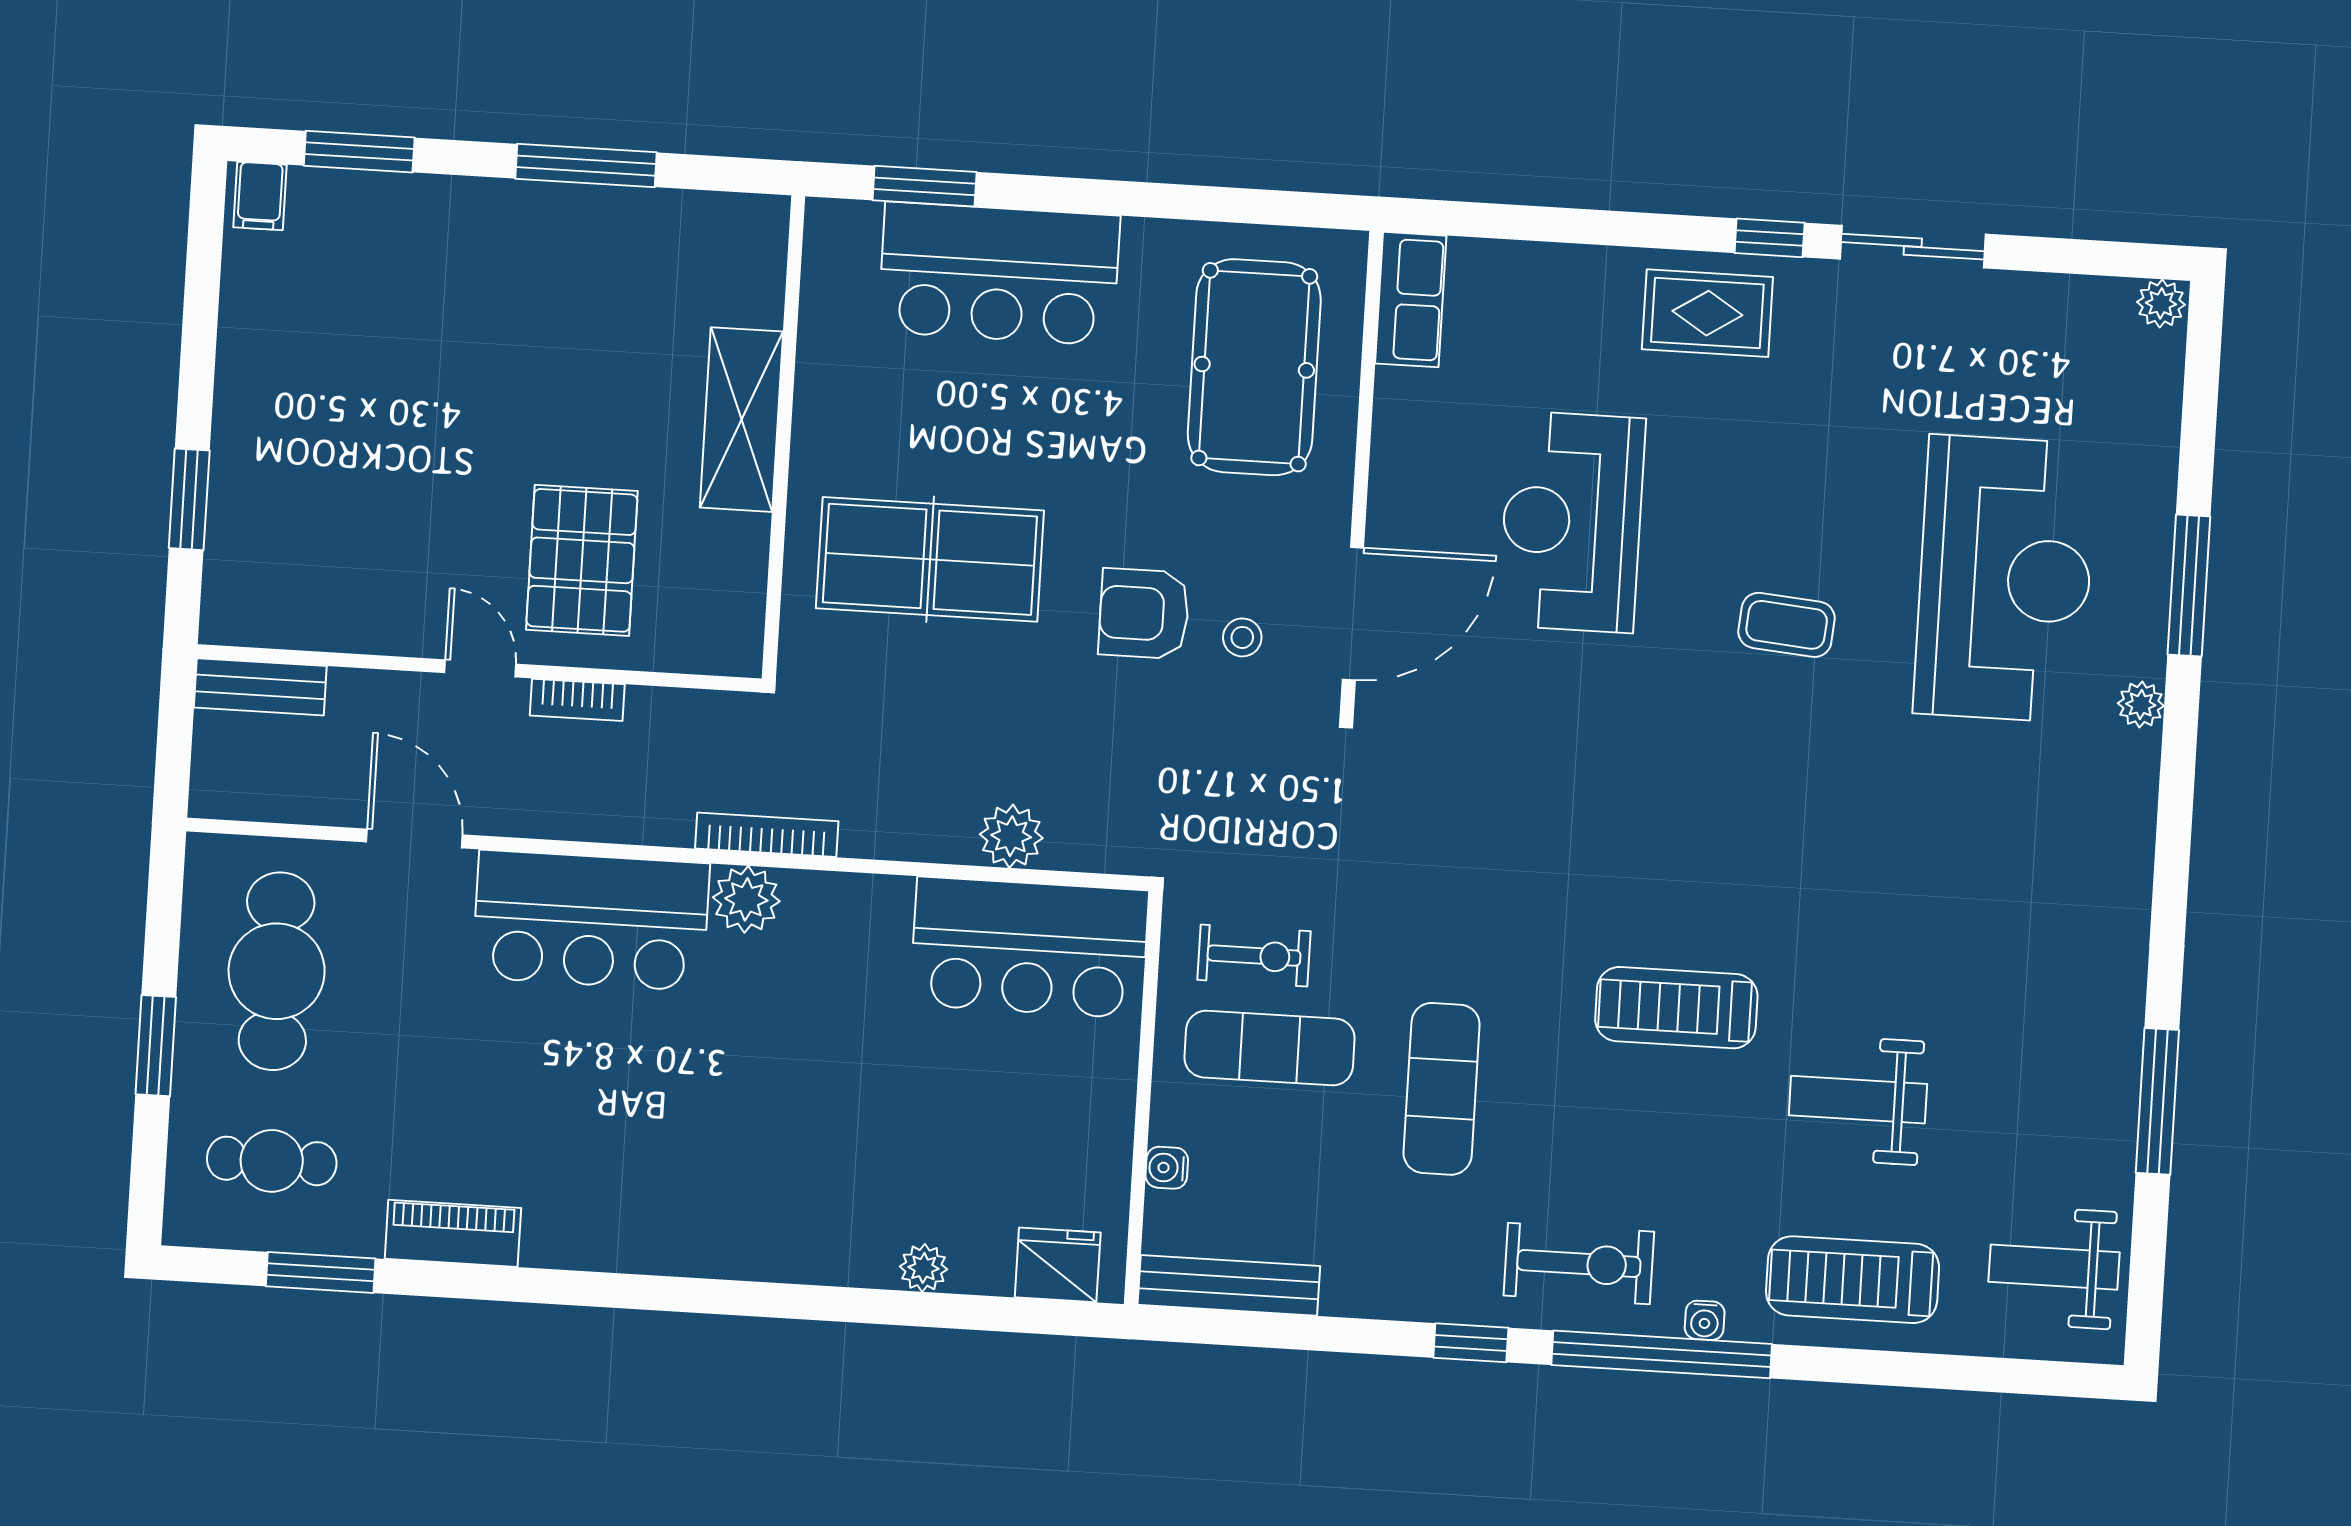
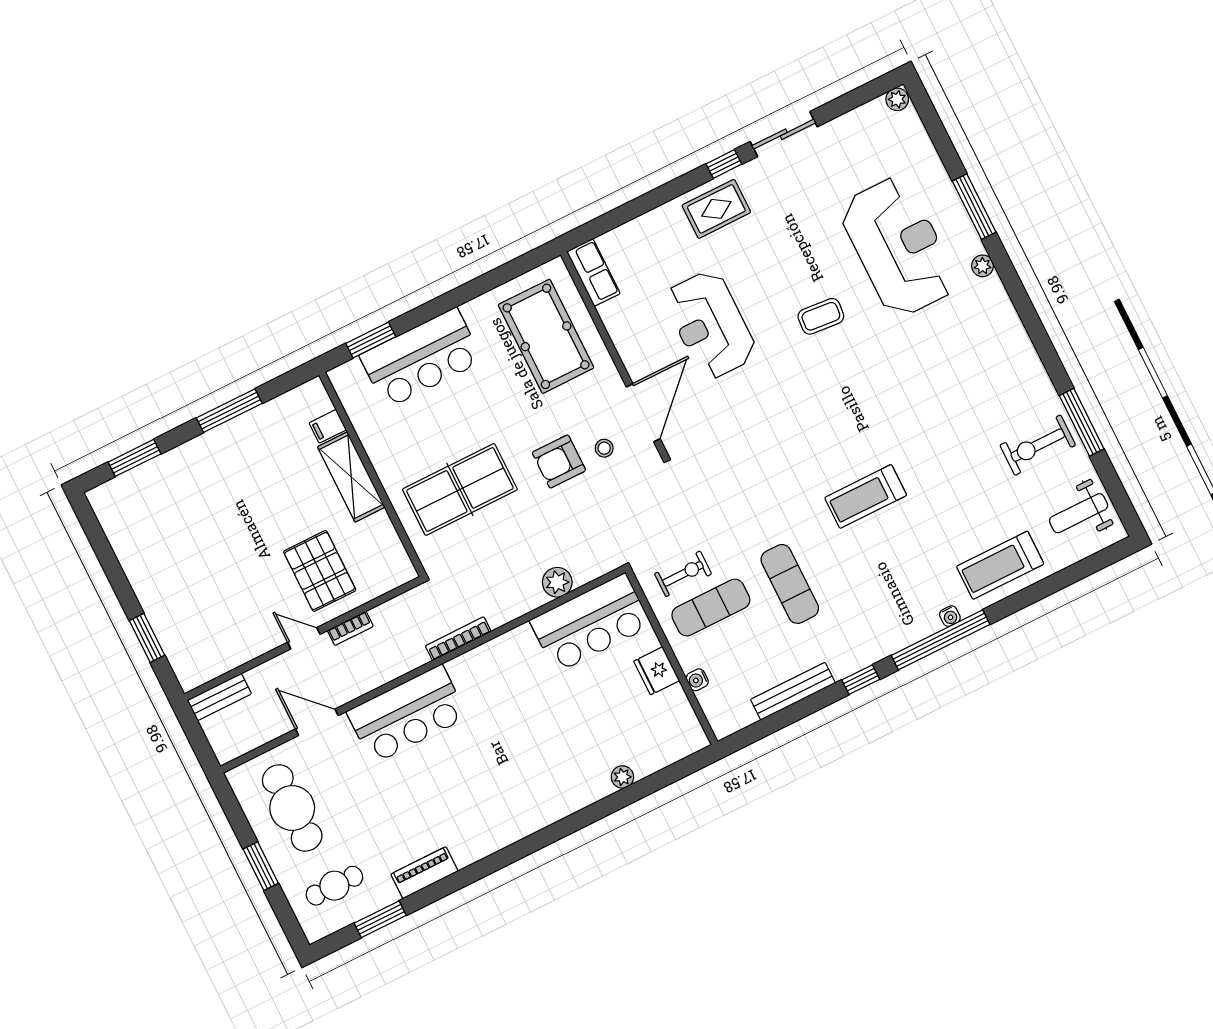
filing cabinet: (260, 196) -> (328, 426), moved, turned 90
plant: (746, 899) -> (465, 669), removed
weight bench: (1858, 1100) -> (960, 491), removed
exercise bike: (1579, 1264) -> (1038, 445), moved, turned 180
fridge: (1058, 1265) -> (657, 671), moved, turned -90
bench: (1229, 1285) -> (793, 691), moved

